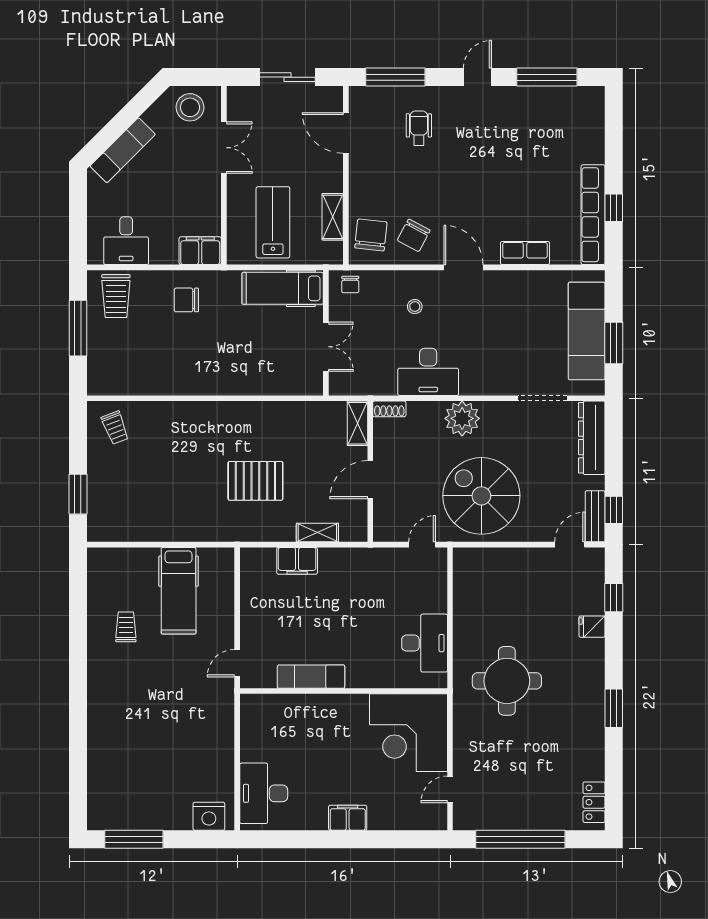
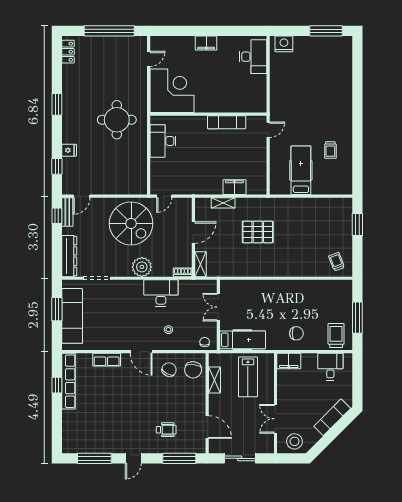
wheelchair: (419, 128) -> (166, 430), turned -90

